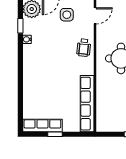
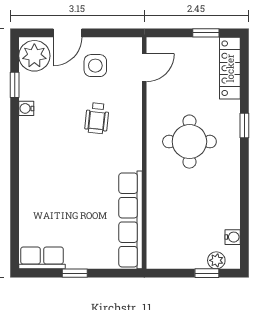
wheelchair: (84, 48) -> (97, 118), moved
row of seats: (42, 125) -> (42, 258), width x0.68

